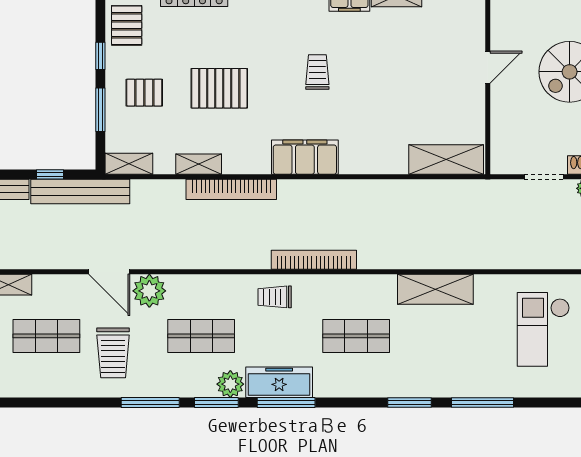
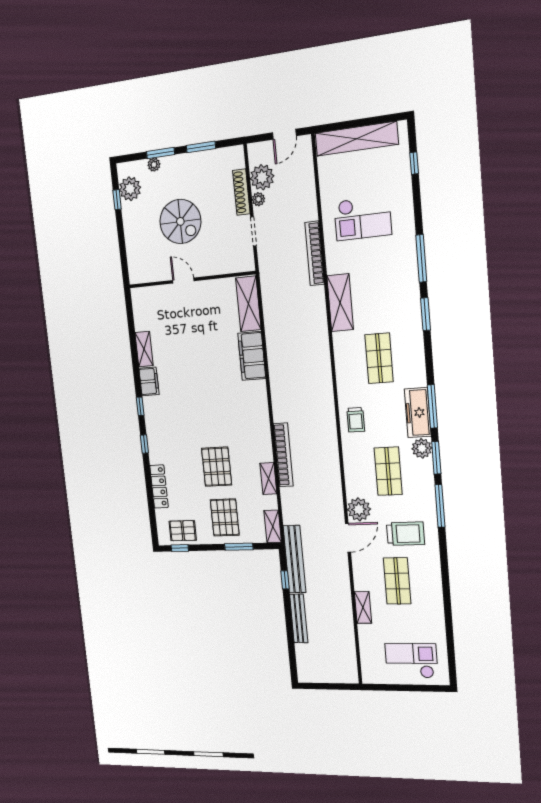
window: (100, 56) -> (180, 548), moved
trolley: (317, 72) -> (199, 400), removed
pallet: (144, 93) -> (225, 517), width x1.50, depth x1.42
filing cabinet: (305, 157) -> (252, 356), moved
bookcase: (314, 260) -> (314, 253), moved

